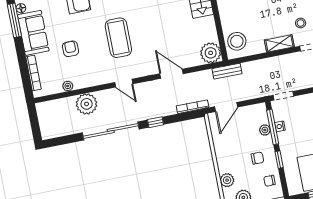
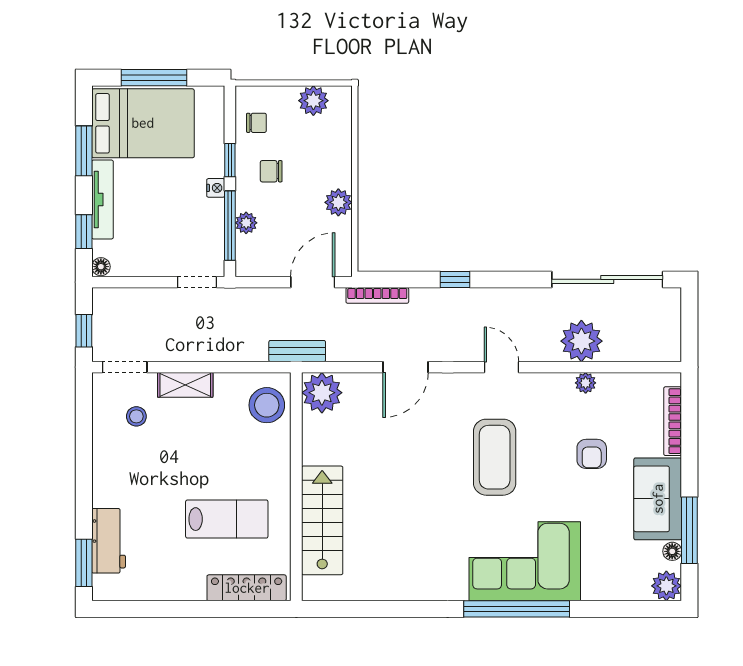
door: (171, 74) -> (406, 367), hinge flipped
plant: (68, 86) -> (586, 383), moved
nightstand: (280, 126) -> (216, 188), moved
sliding door: (111, 131) -> (607, 279), moved
plant: (227, 180) -> (338, 202), moved

